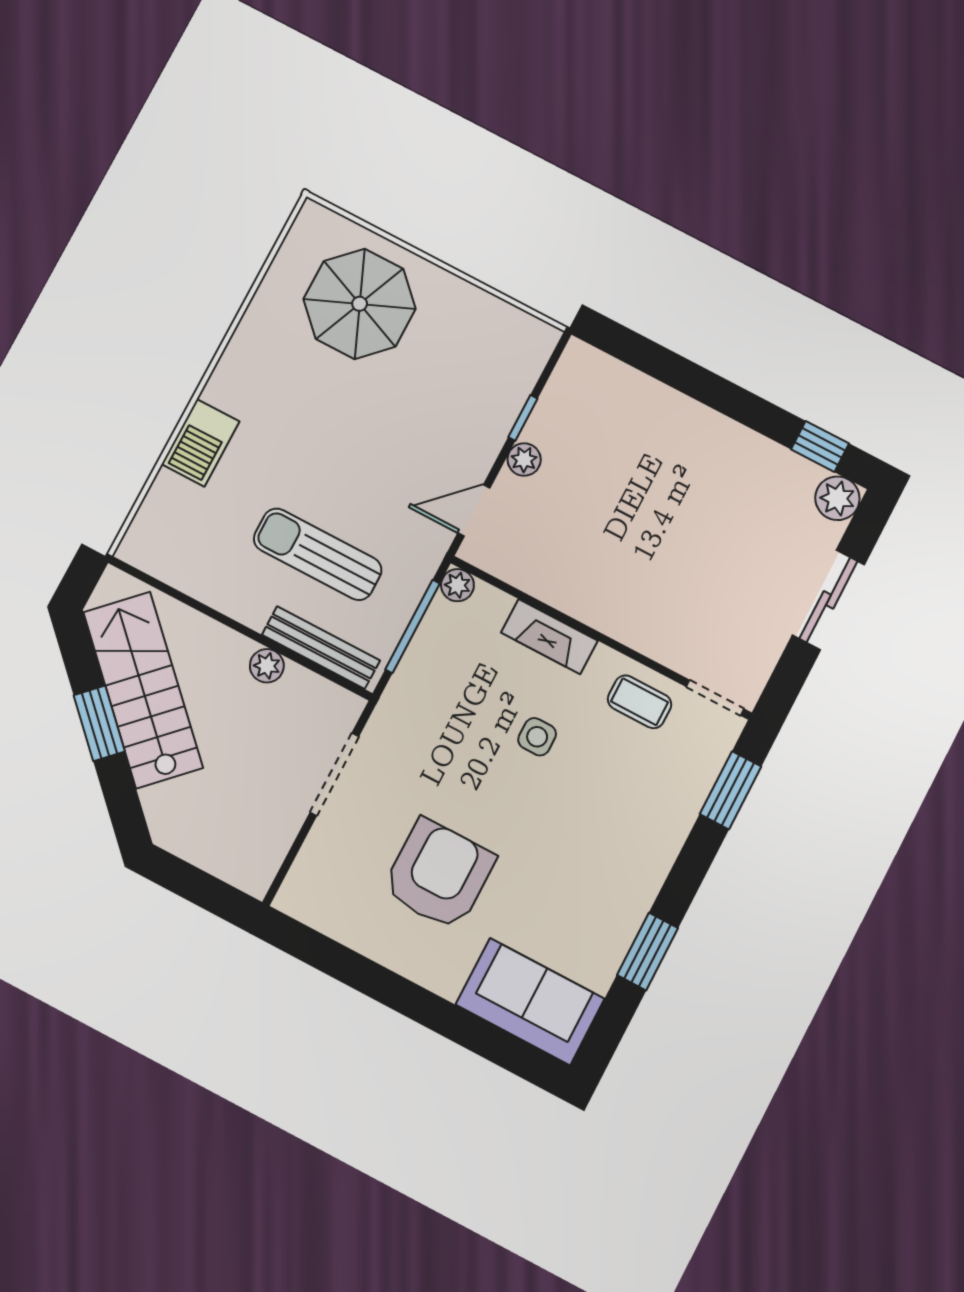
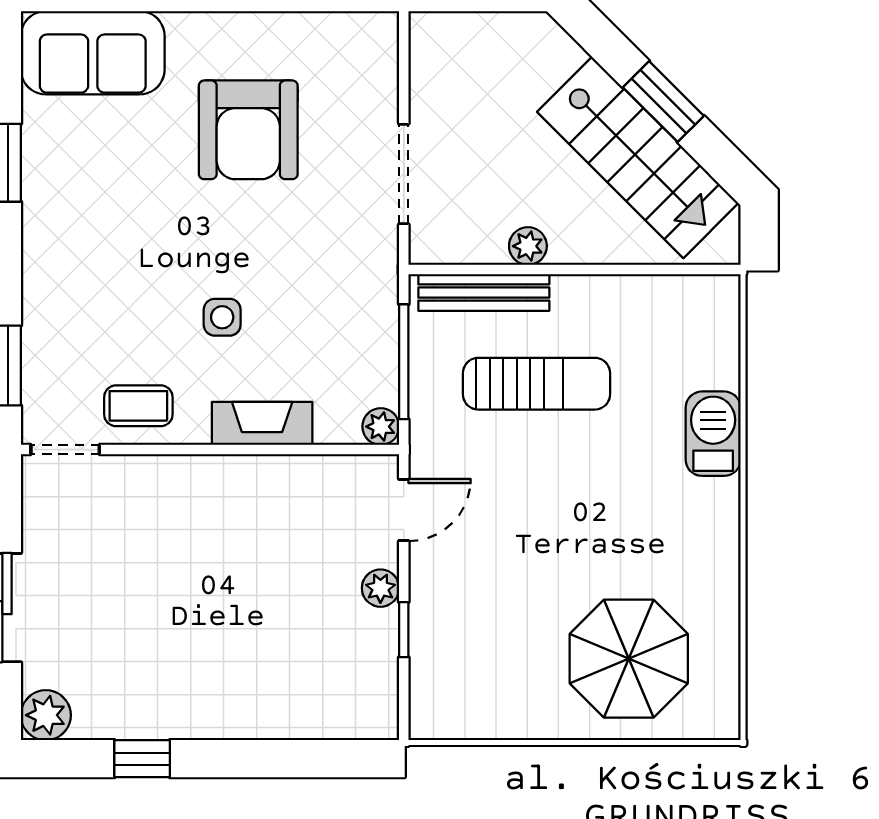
window: (820, 446) -> (142, 759), moved

